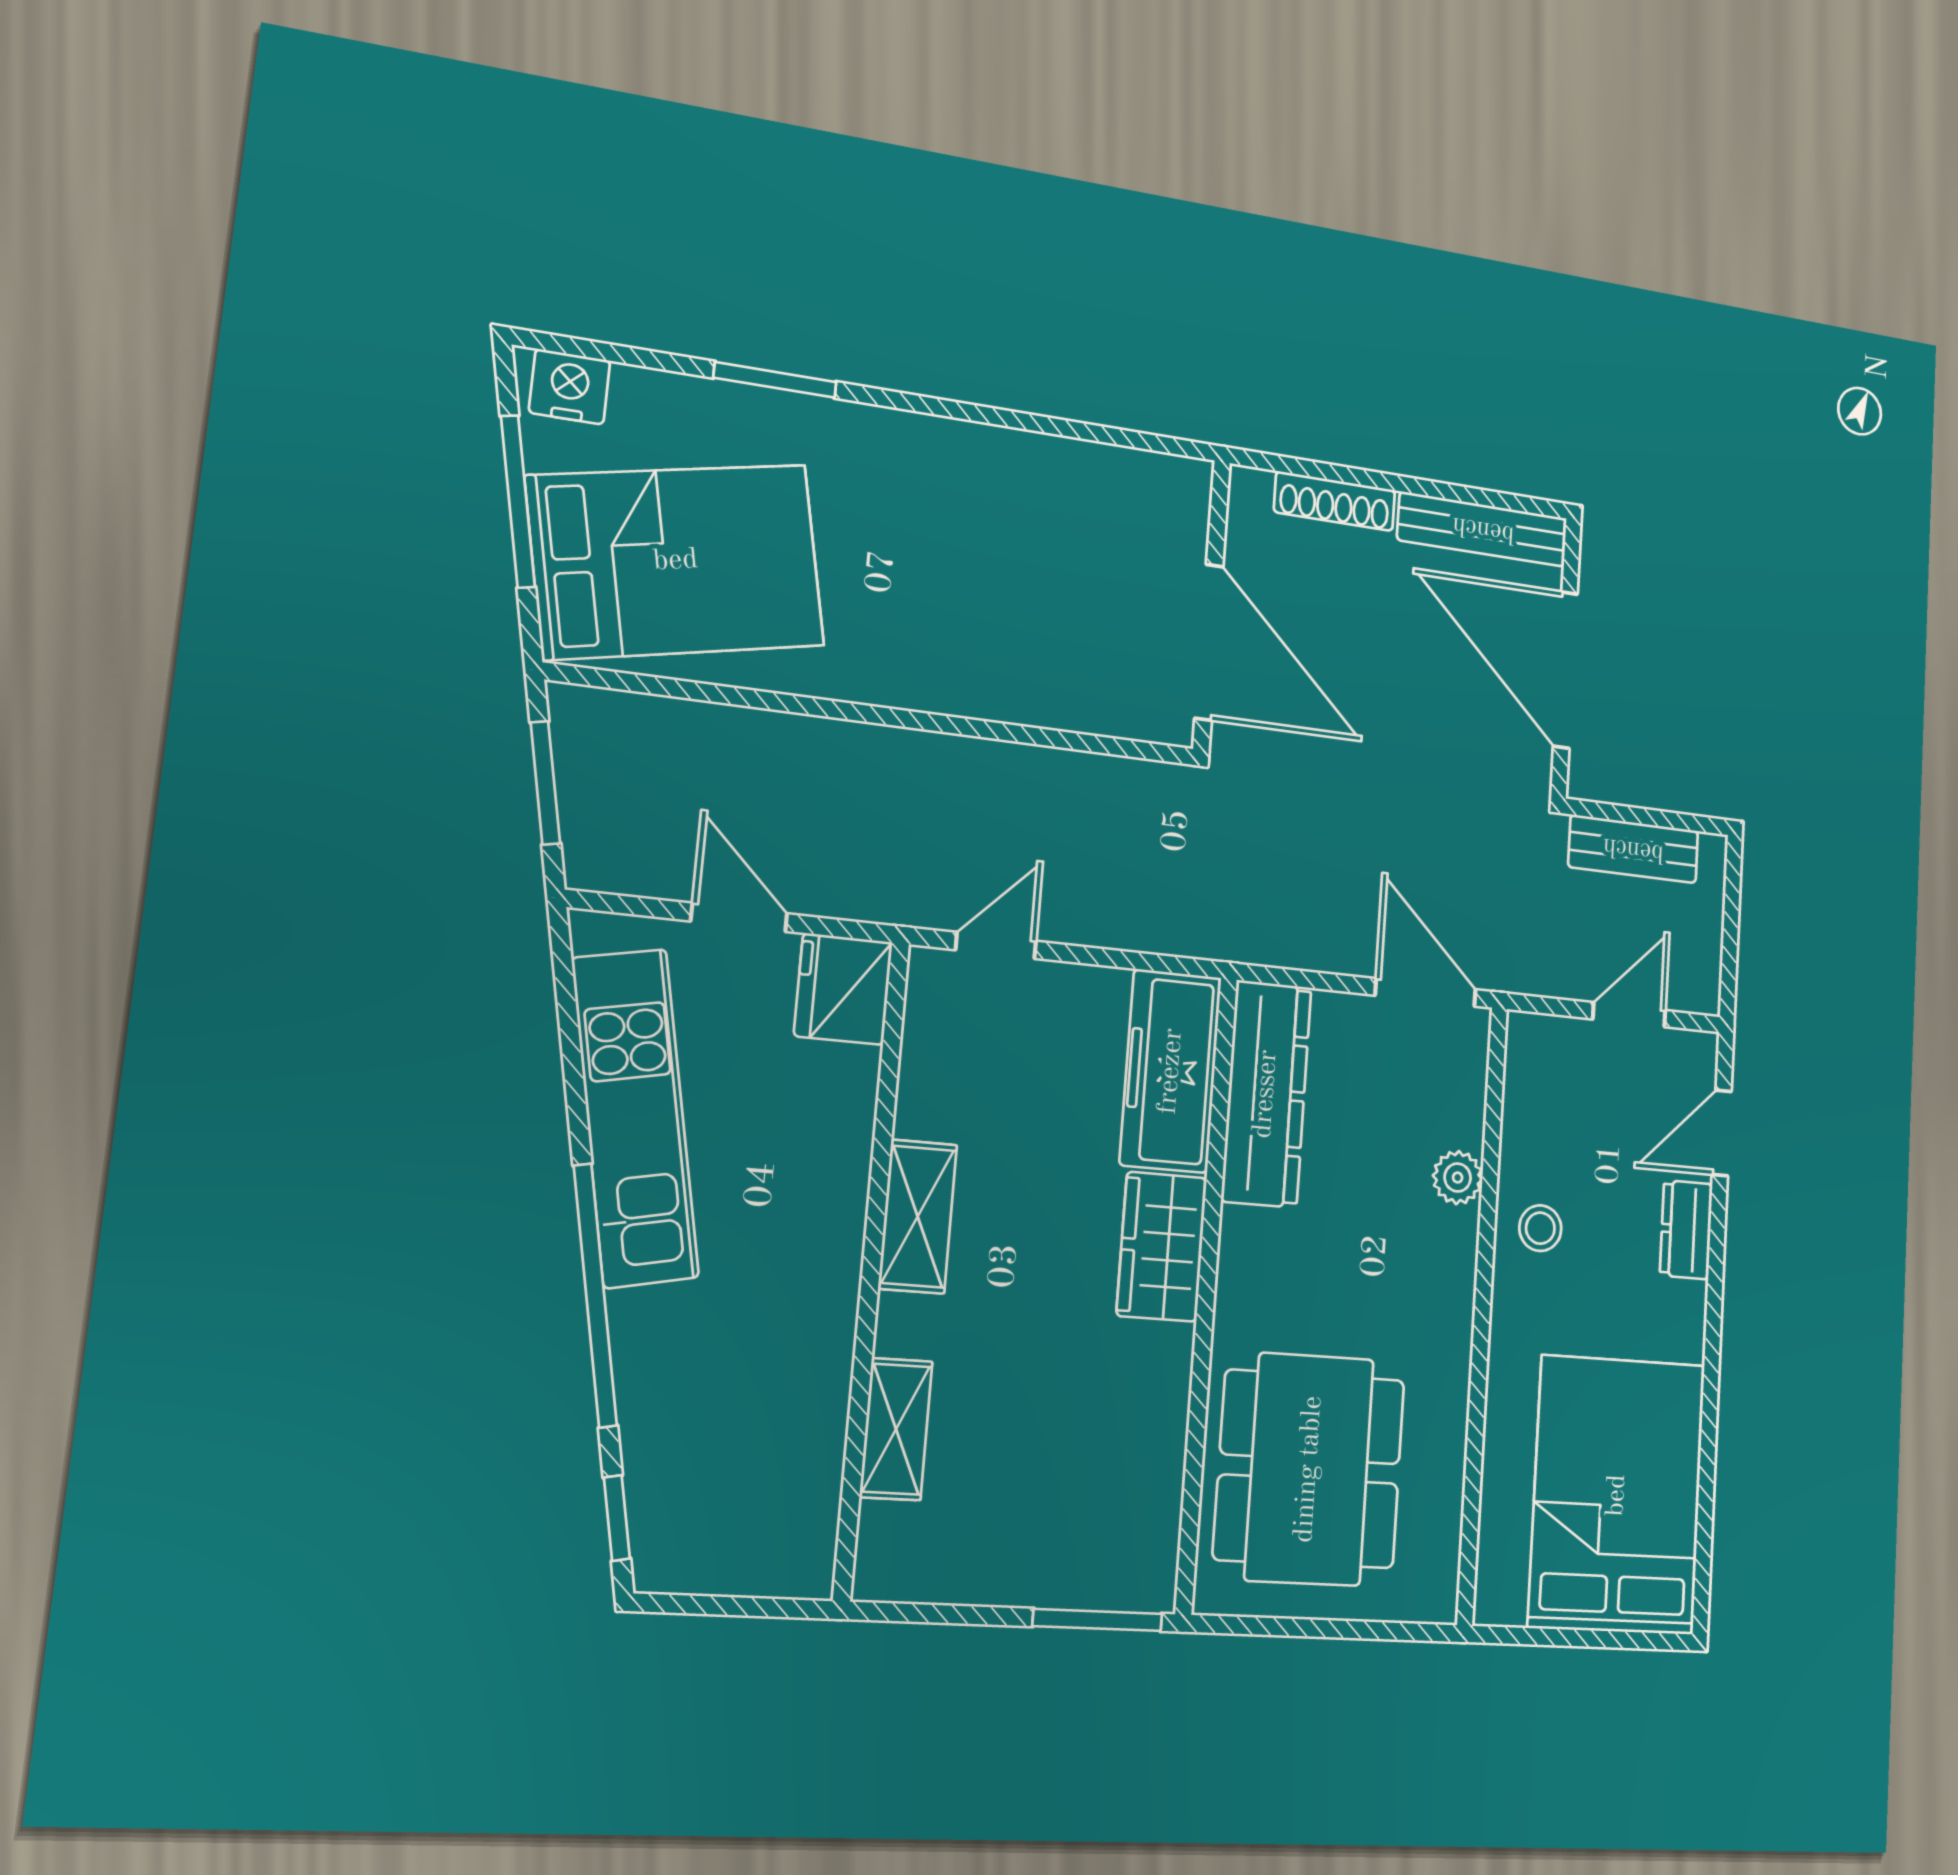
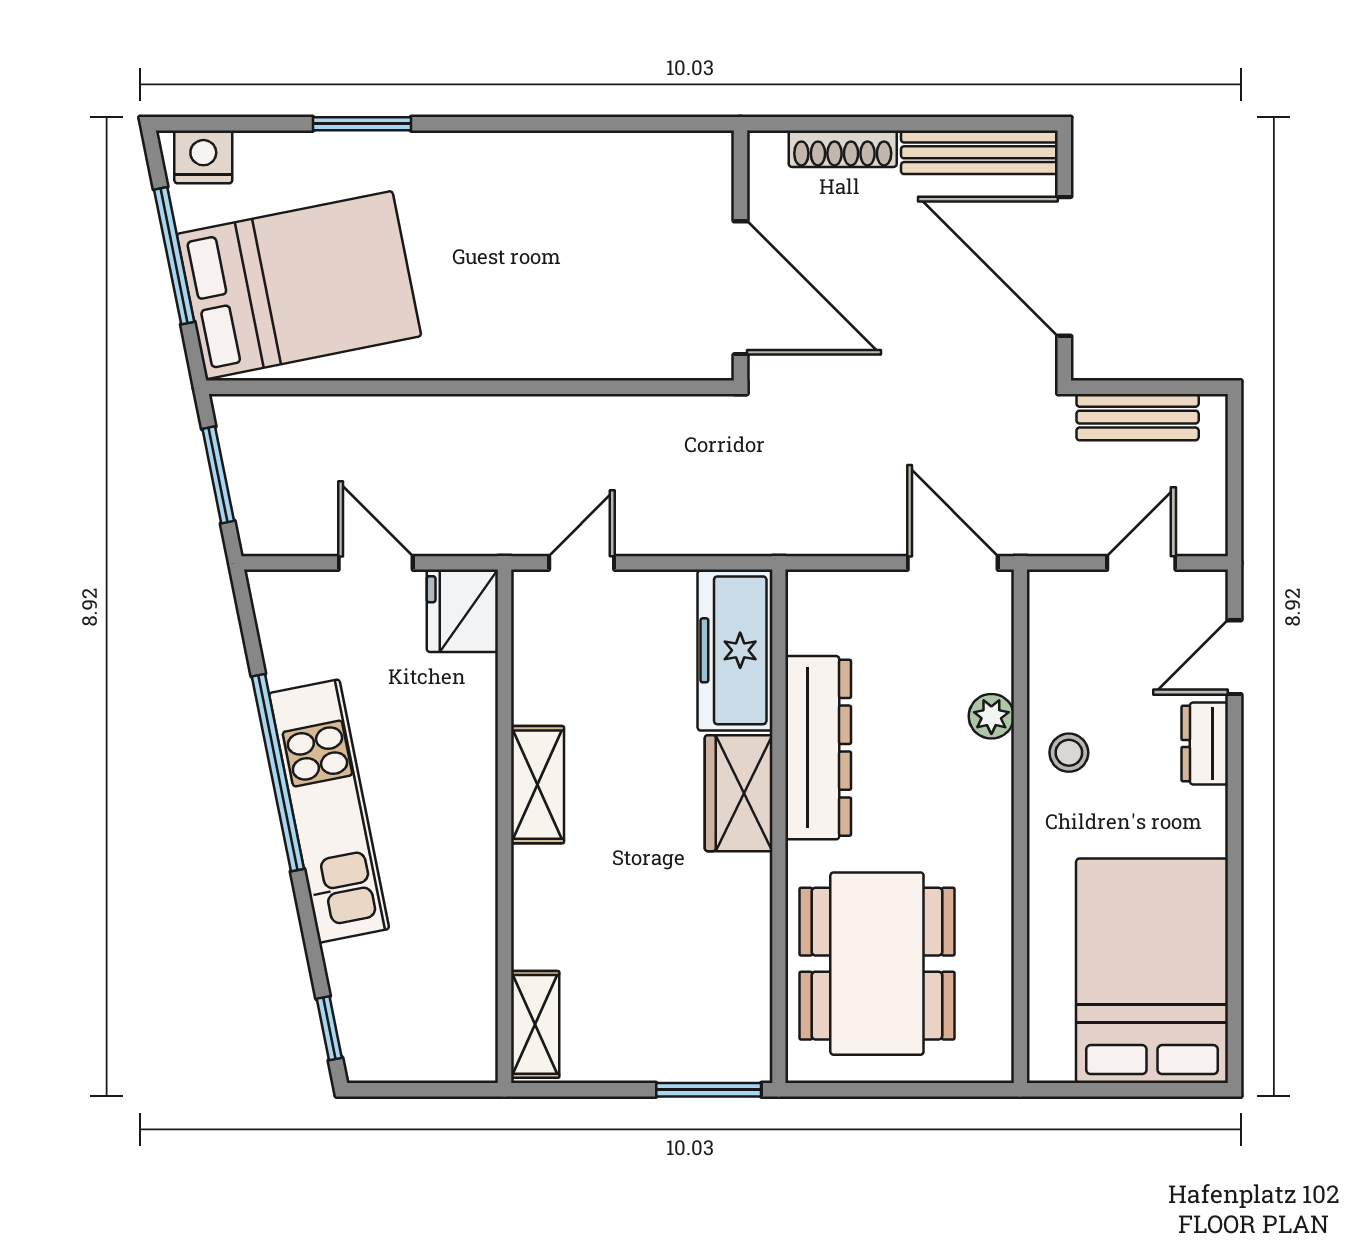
dresser: (1266, 1094) -> (818, 748), moved
kitchen unit: (635, 1117) -> (329, 811), moved
window: (595, 1295) -> (278, 773), moved
shelving: (896, 1429) -> (535, 1024), moved

